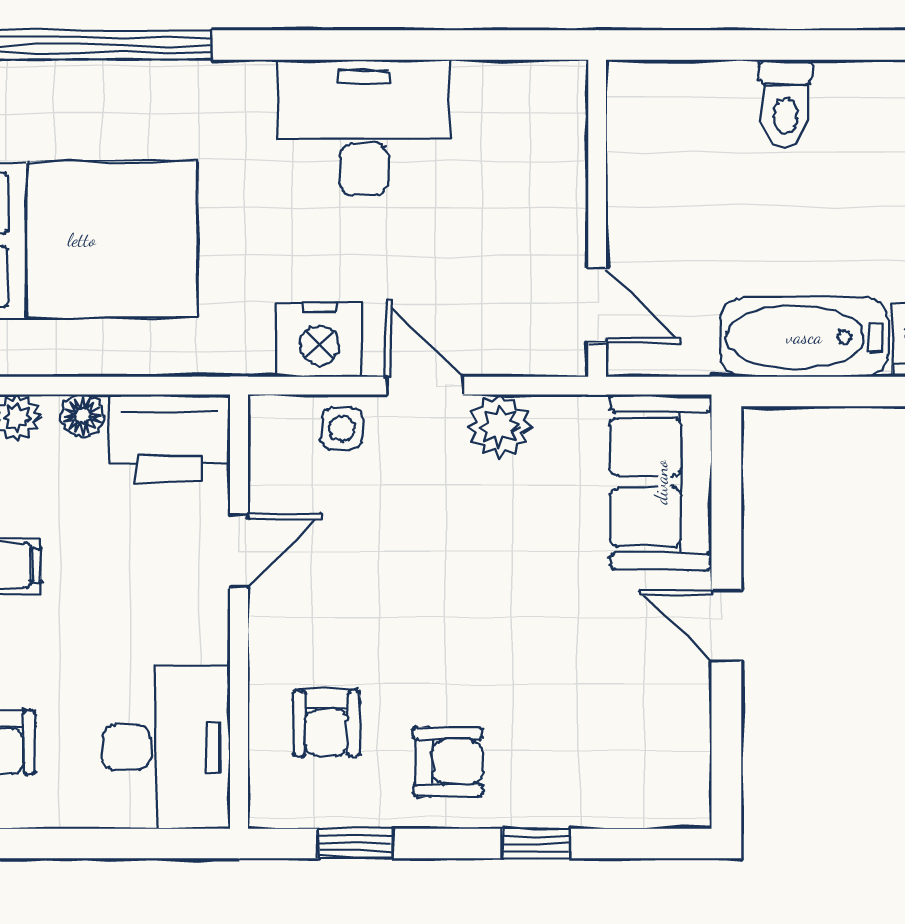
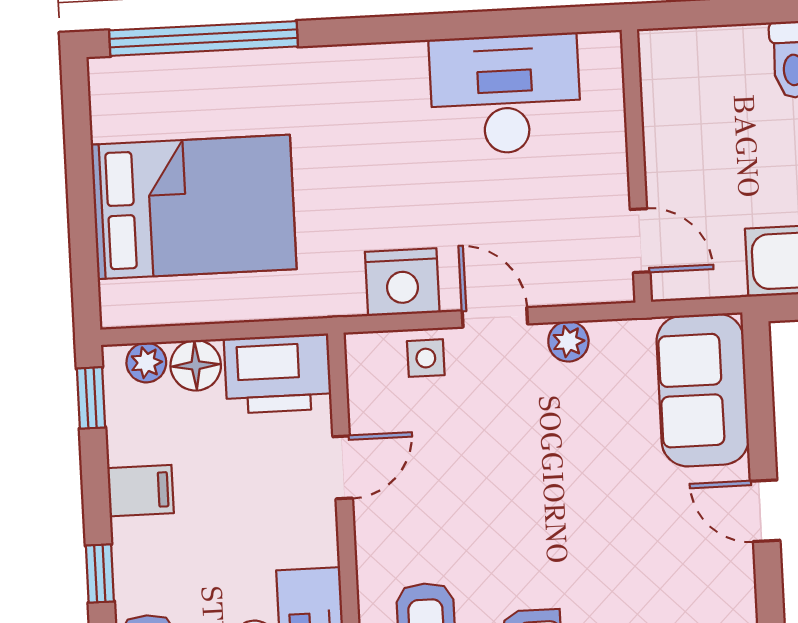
desk: (364, 127) -> (505, 94), moved
floor lamp: (83, 416) -> (196, 365), width x1.37, depth x1.37
plant: (499, 427) -> (568, 341), width x0.73, depth x0.73

